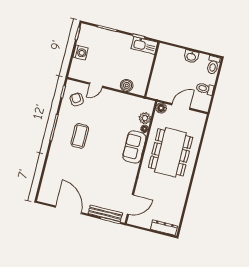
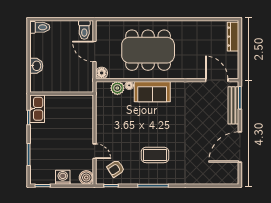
washbasin: (191, 56) -> (36, 66), moved
boiler: (127, 85) -> (86, 178), moved
toilet: (205, 89) -> (84, 30), moved

